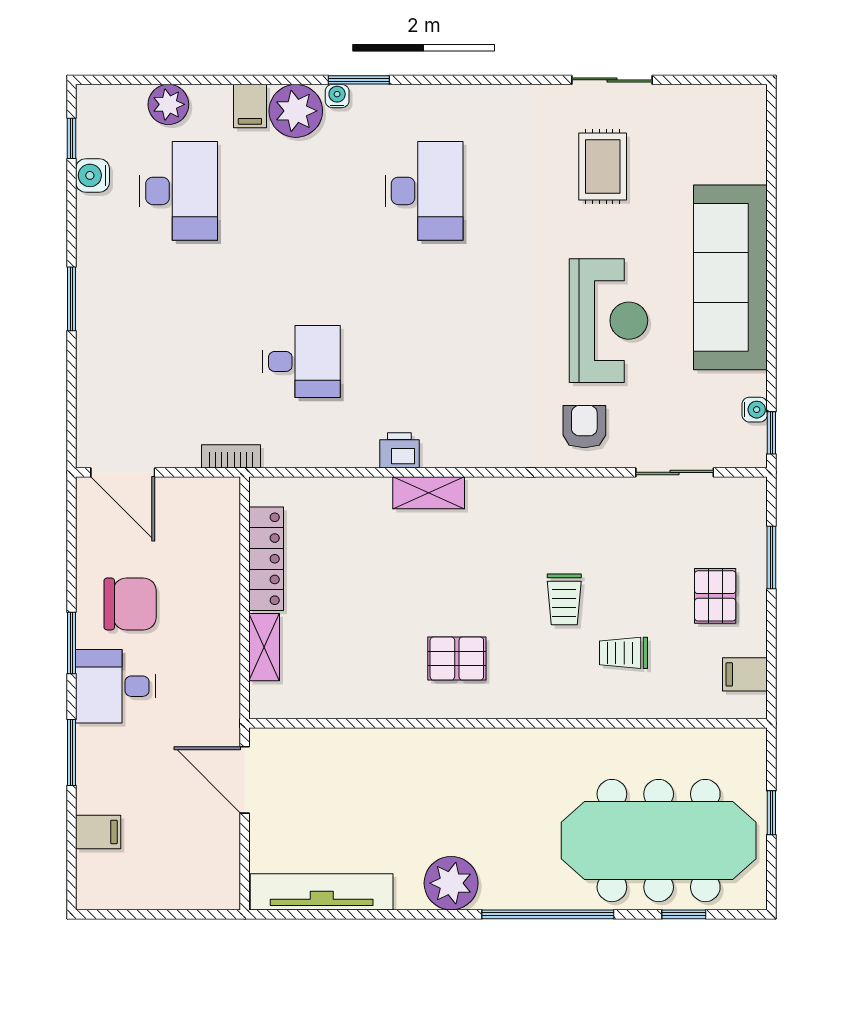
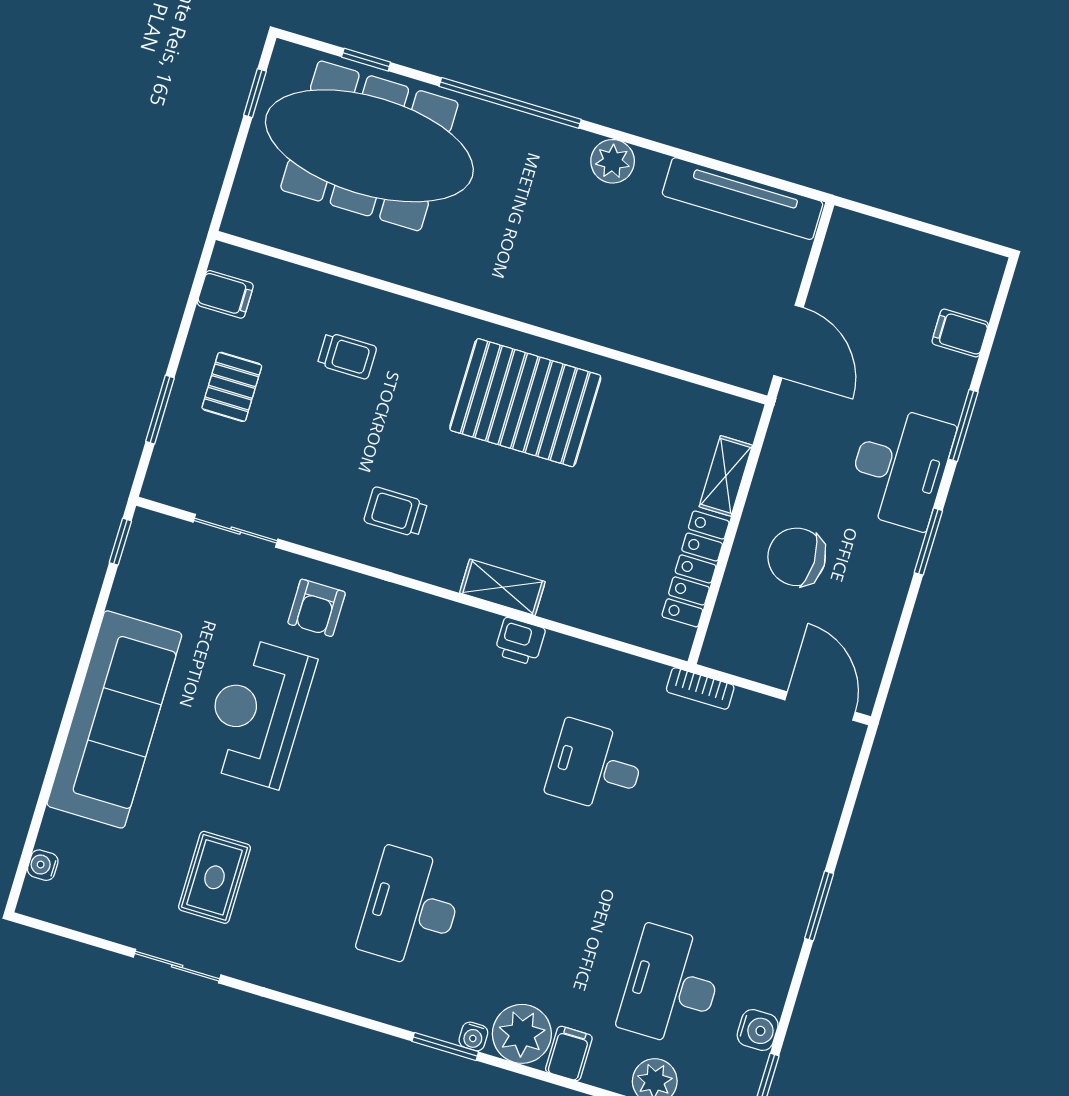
water cooler: (755, 410) -> (43, 865), moved
trolley: (564, 599) -> (396, 512), moved, turned -90
chair: (130, 604) -> (797, 557), moved
pallet: (457, 659) -> (525, 403), width x2.05, depth x2.00
desk: (116, 686) -> (900, 467), width x1.37
window: (771, 813) -> (255, 93), moved
plant: (451, 883) -> (613, 161), width x0.73, depth x0.73

